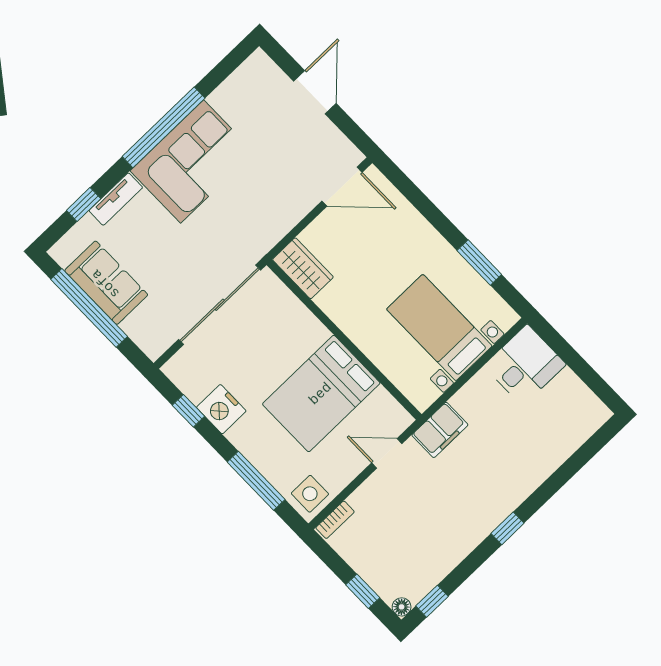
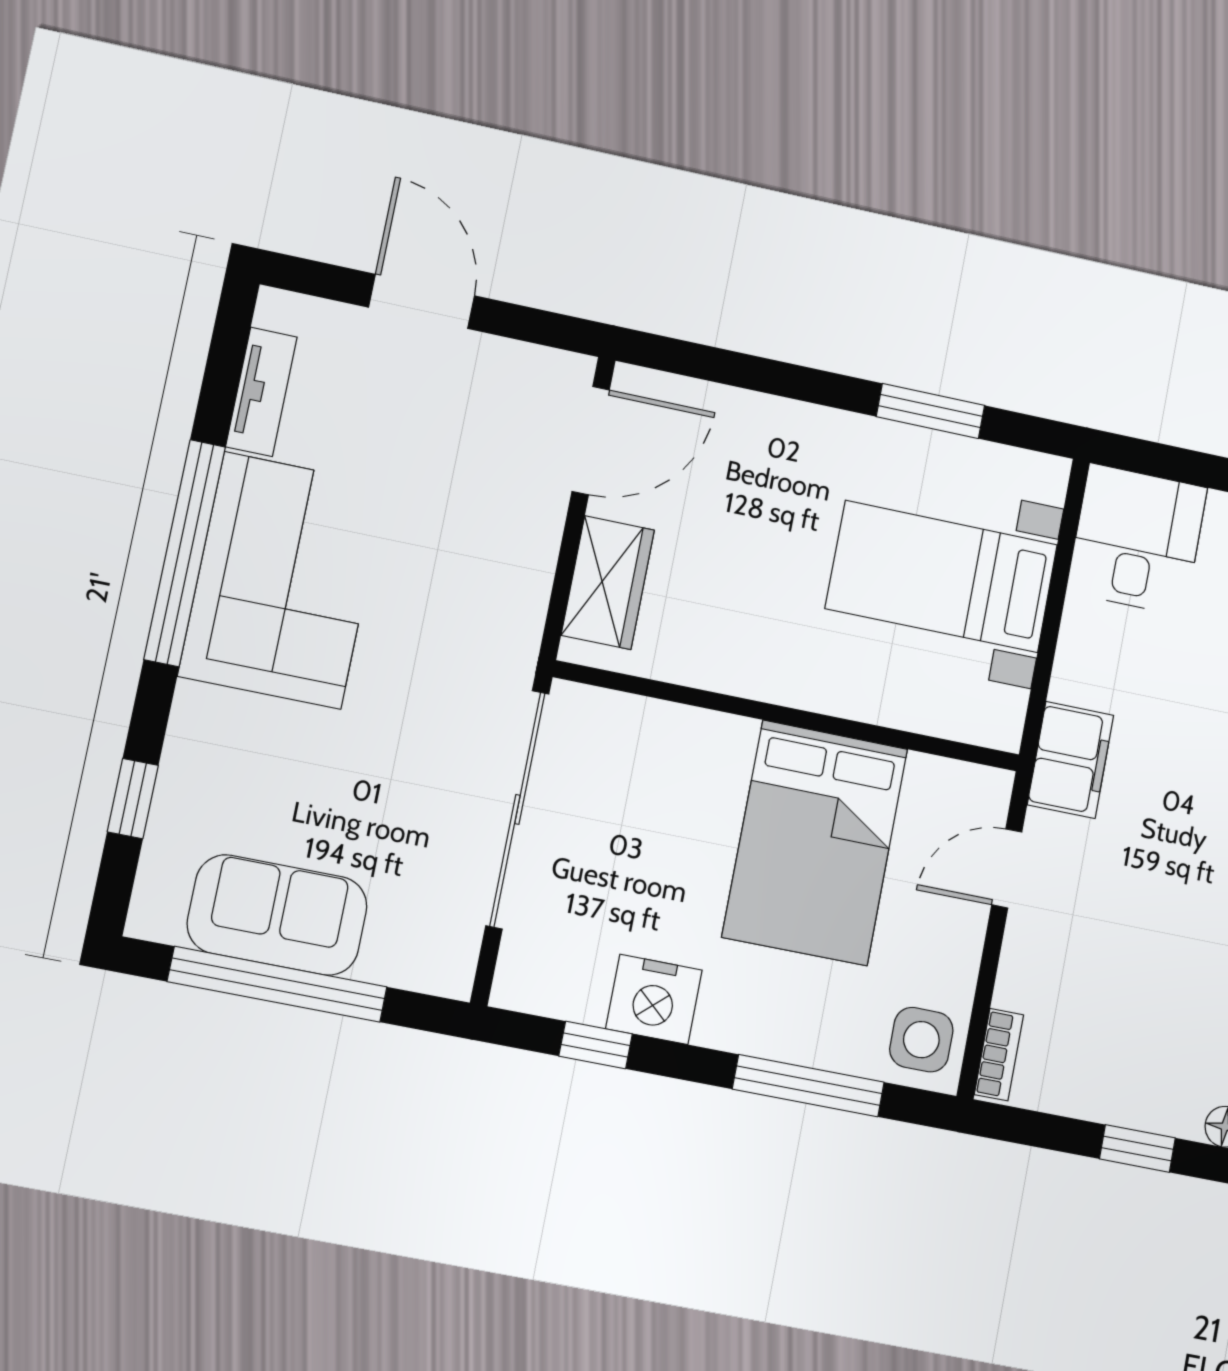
tv unit: (116, 199) -> (261, 392), moved
wardrobe: (303, 268) -> (608, 583), moved, turned 90

